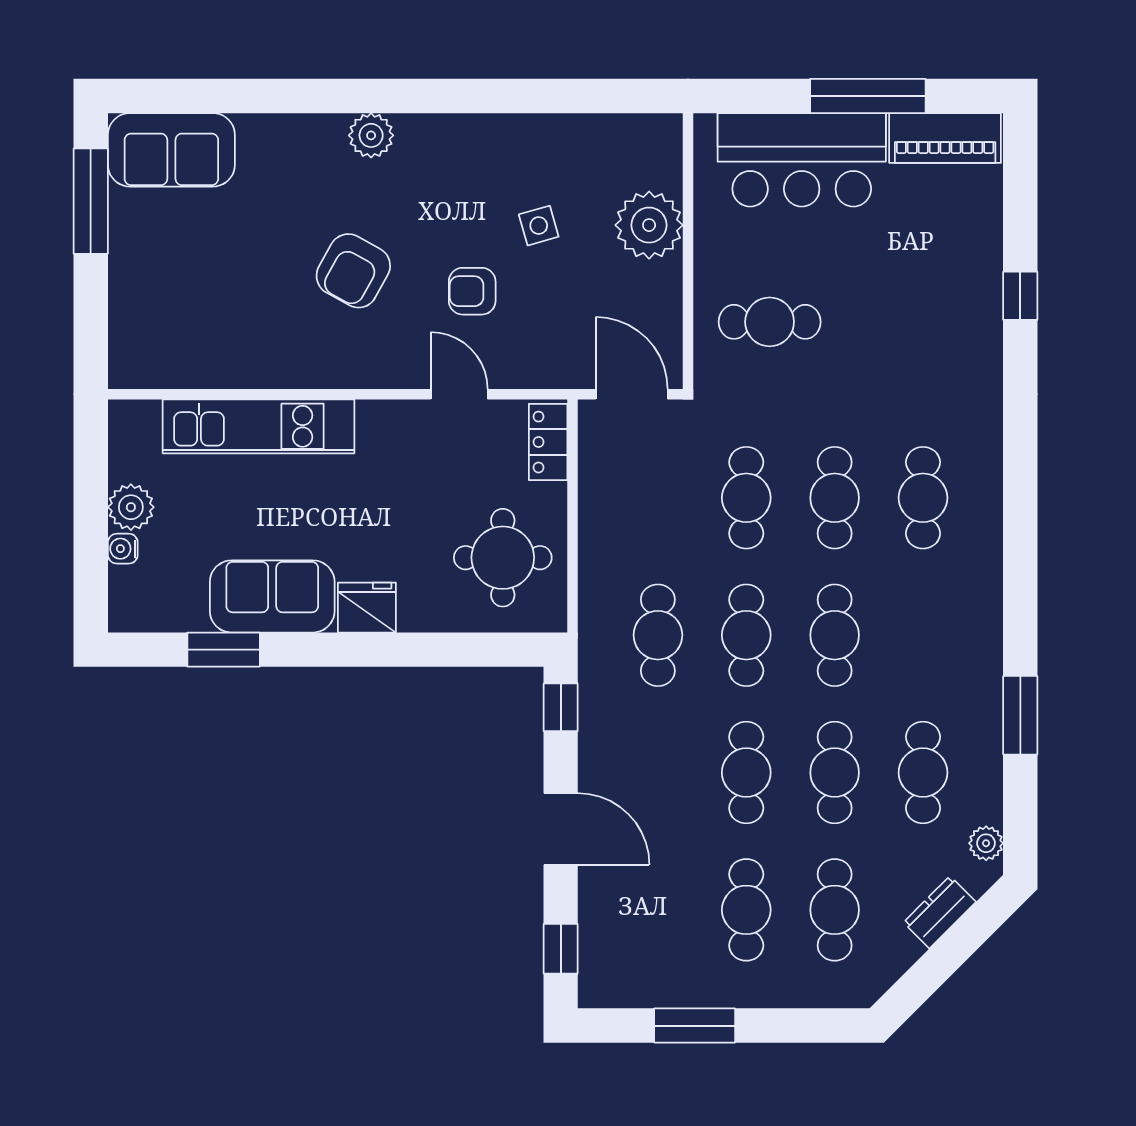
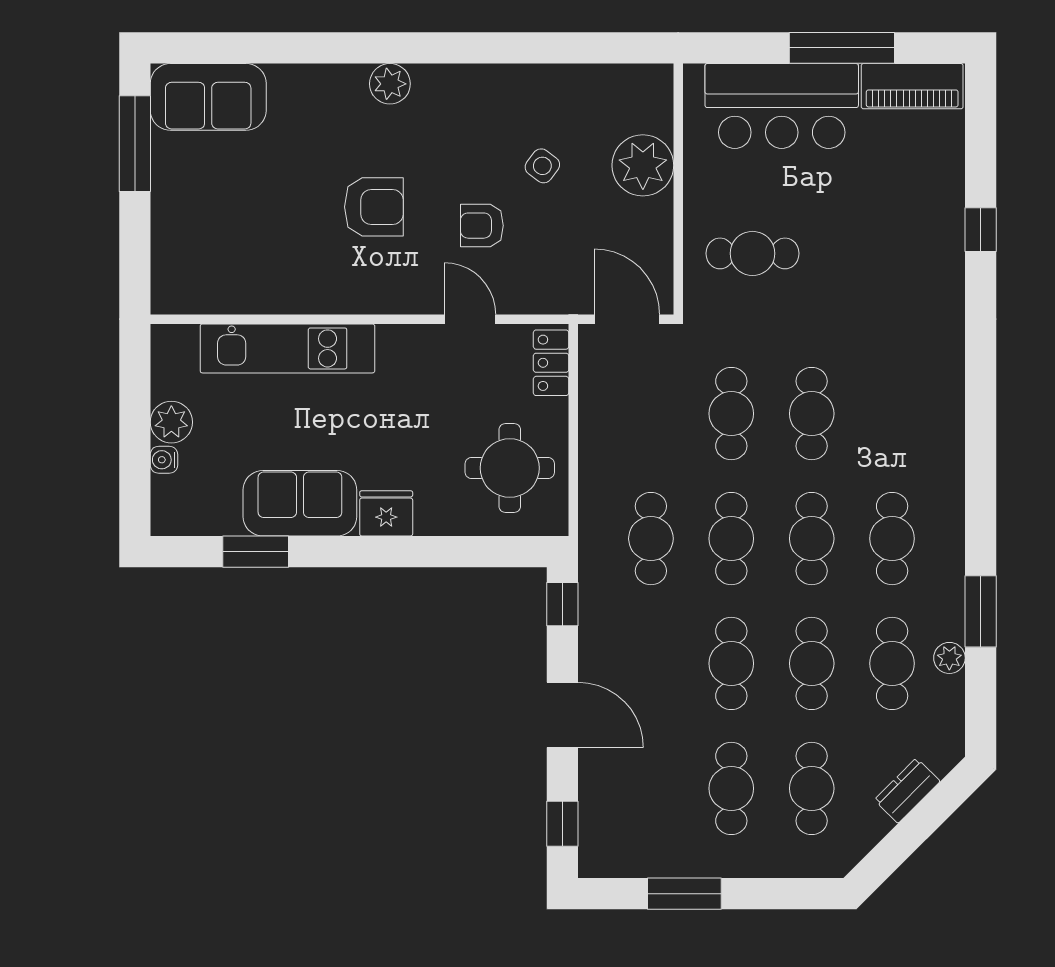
side table: (539, 226) -> (542, 166), turned -37
armchair: (353, 271) -> (374, 207), turned -119
cafe table: (923, 498) -> (892, 539), moved
plant: (986, 843) -> (949, 658), moved

